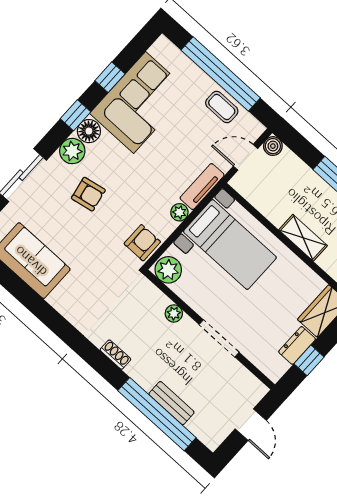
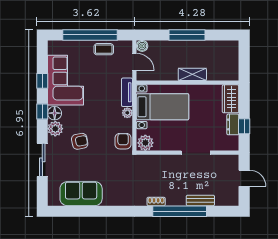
door: (245, 157) -> (134, 62), swing flipped
plant: (174, 313) -> (165, 160), removed
window: (157, 414) -> (180, 211), moved

